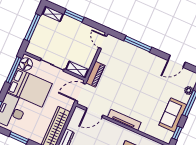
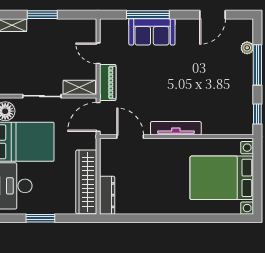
door: (103, 42) -> (98, 53), moved
door: (94, 113) -> (130, 137), swing flipped
sofa: (173, 115) -> (152, 32), moved, turned -90

